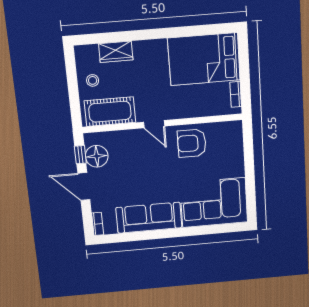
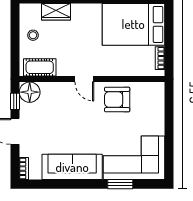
cot: (110, 112) -> (40, 67), width x0.73, depth x0.75
floor lamp: (97, 156) -> (30, 92), moved
window: (201, 231) -> (120, 184), added

